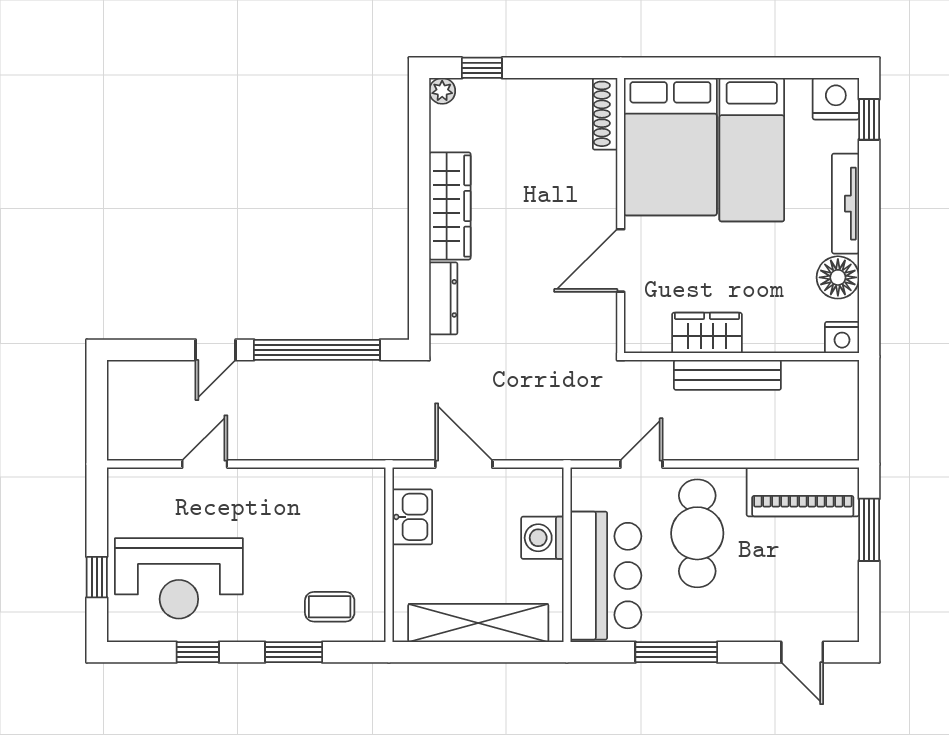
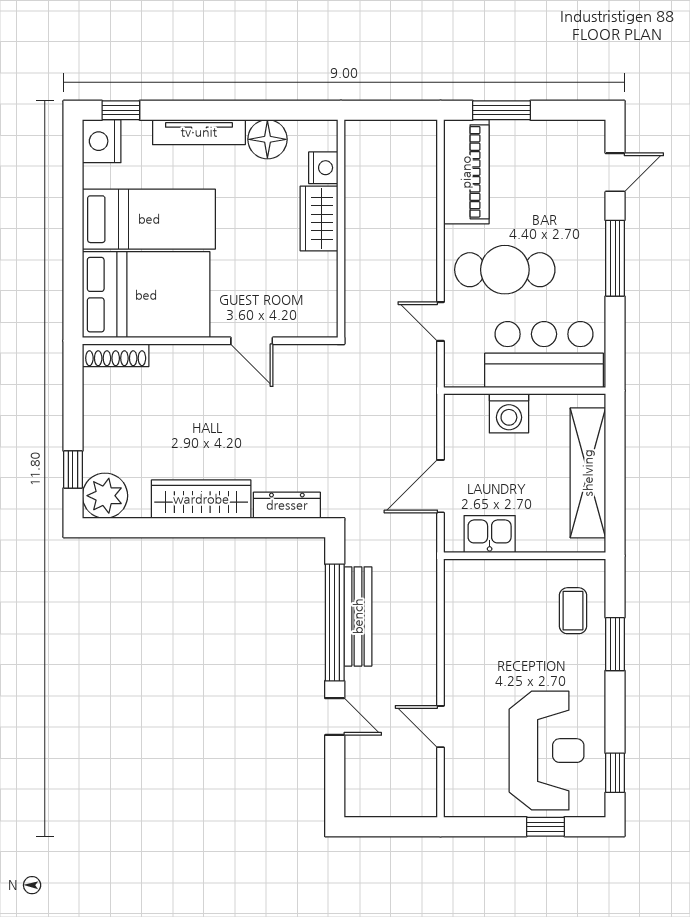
plant: (442, 91) -> (105, 496), width x1.88, depth x1.88
door: (621, 260) -> (252, 341), width x0.73
wardrobe: (707, 333) -> (319, 218), moved
nightstand: (842, 338) -> (323, 168), moved
bench: (727, 375) -> (358, 616), moved
window: (198, 652) -> (615, 773), moved
window: (676, 652) -> (615, 258), moved

